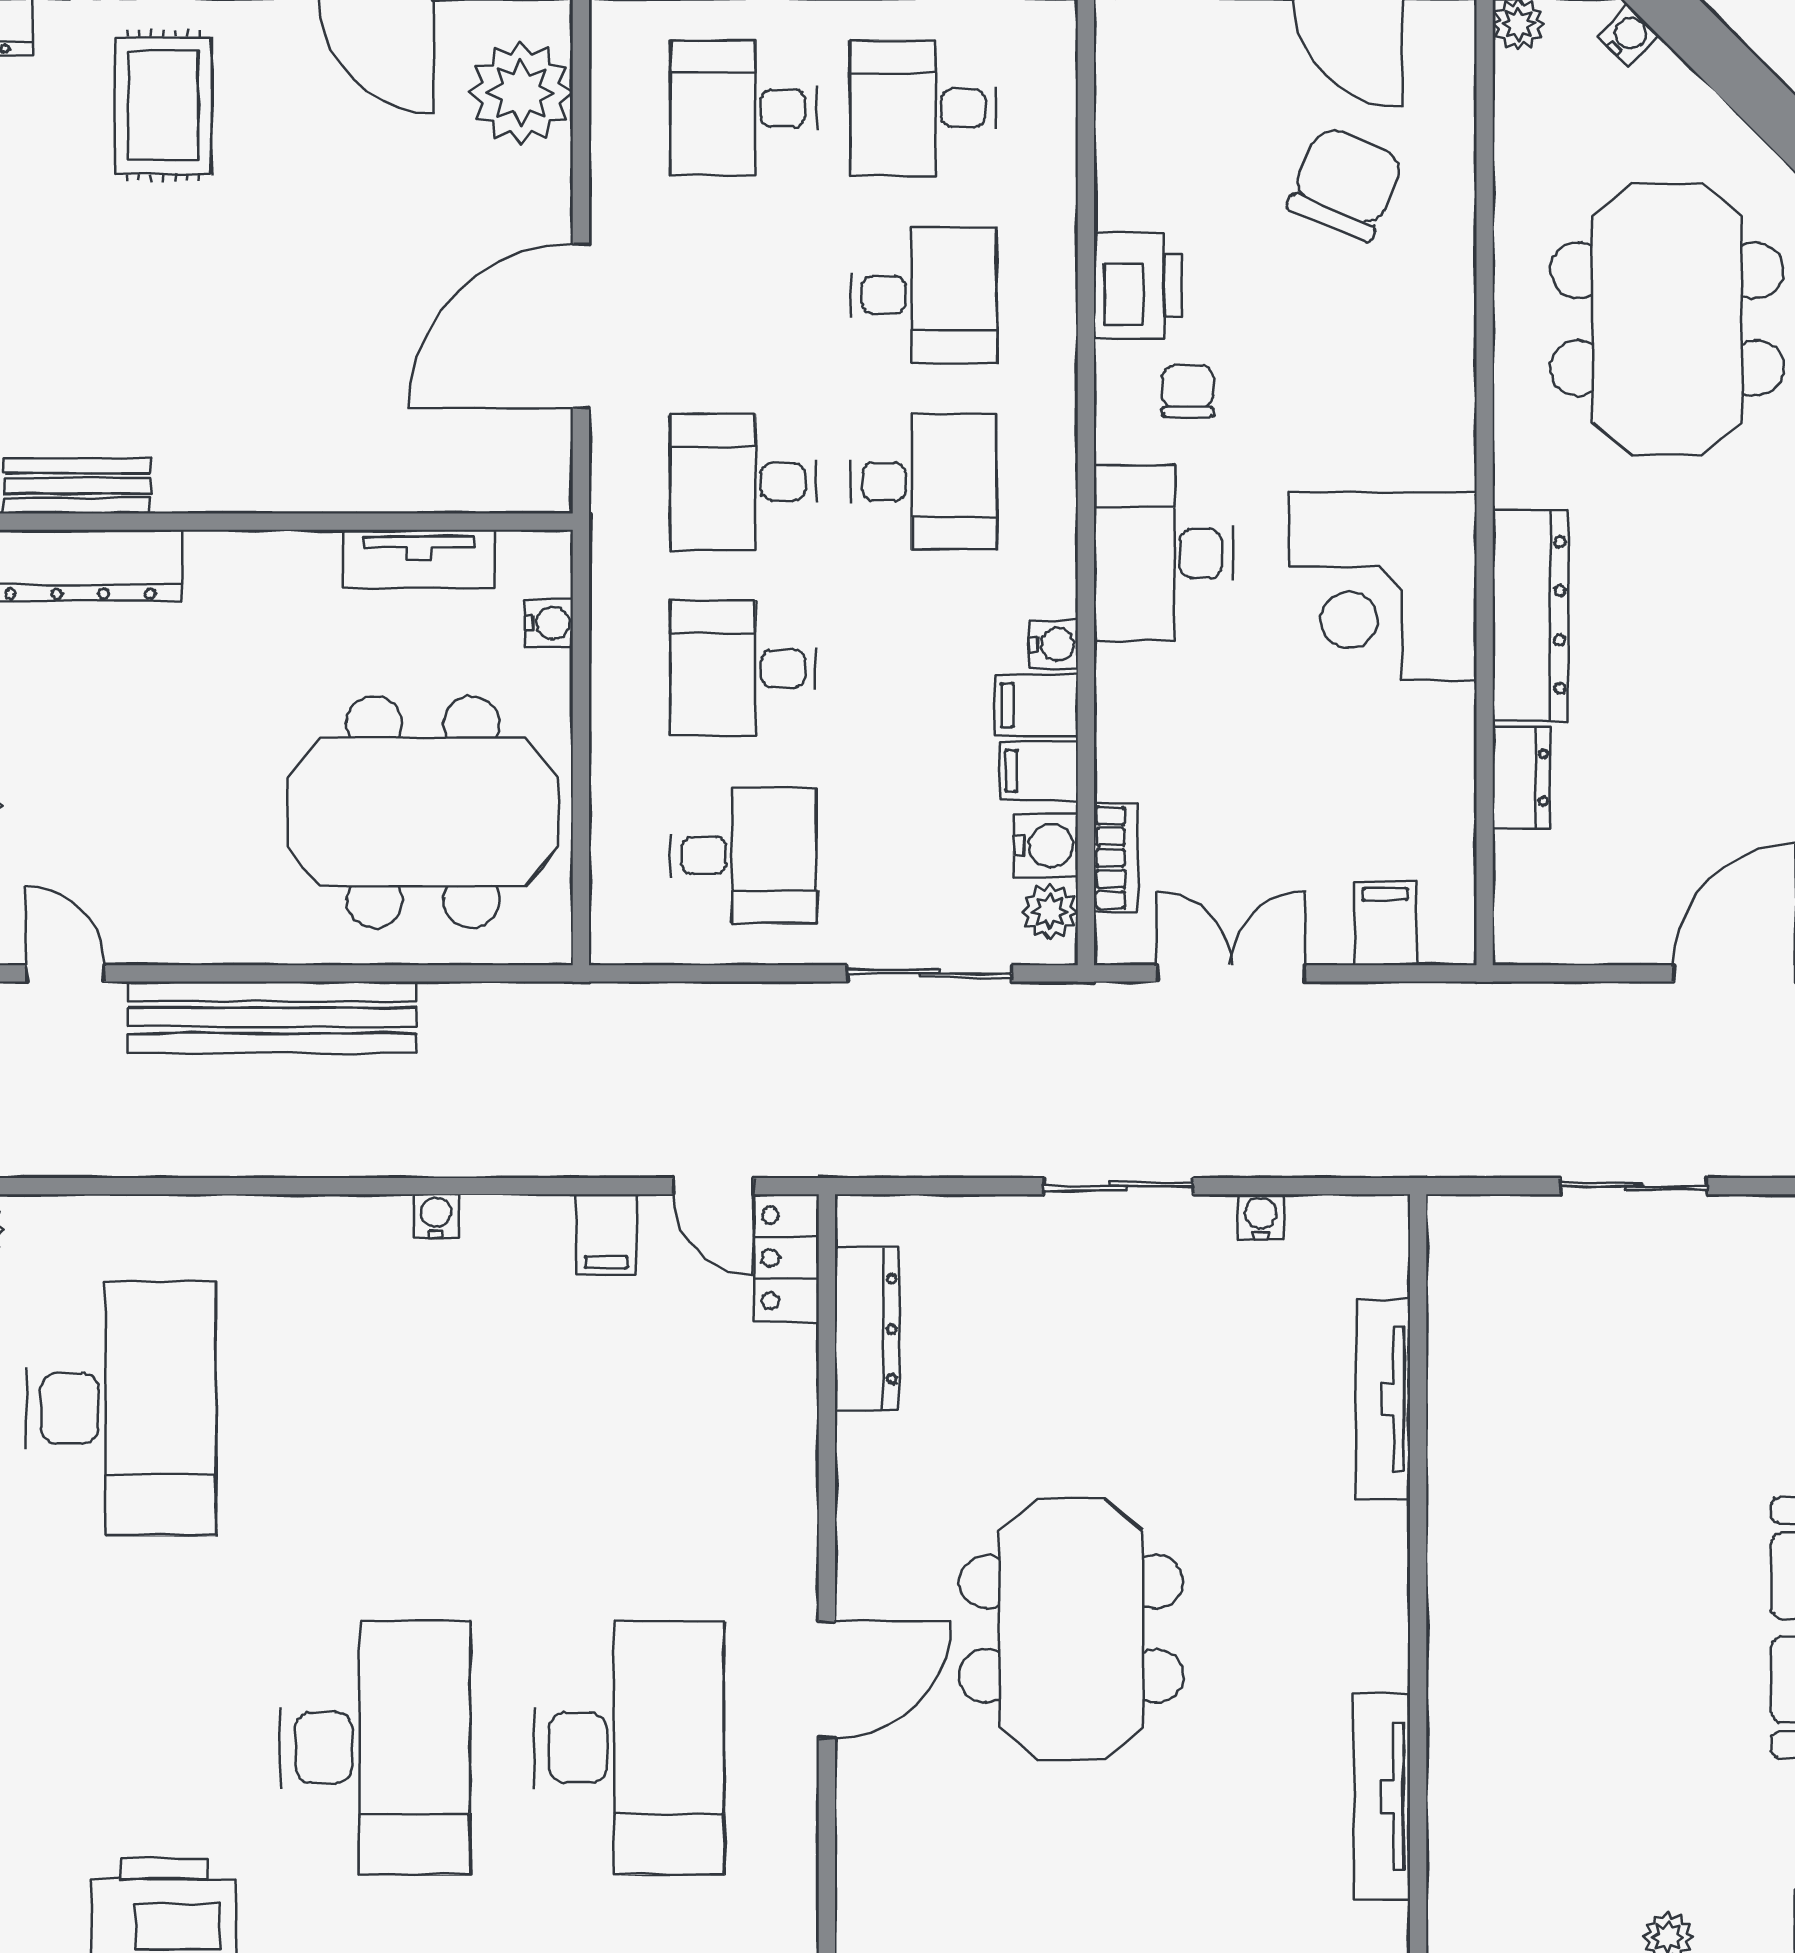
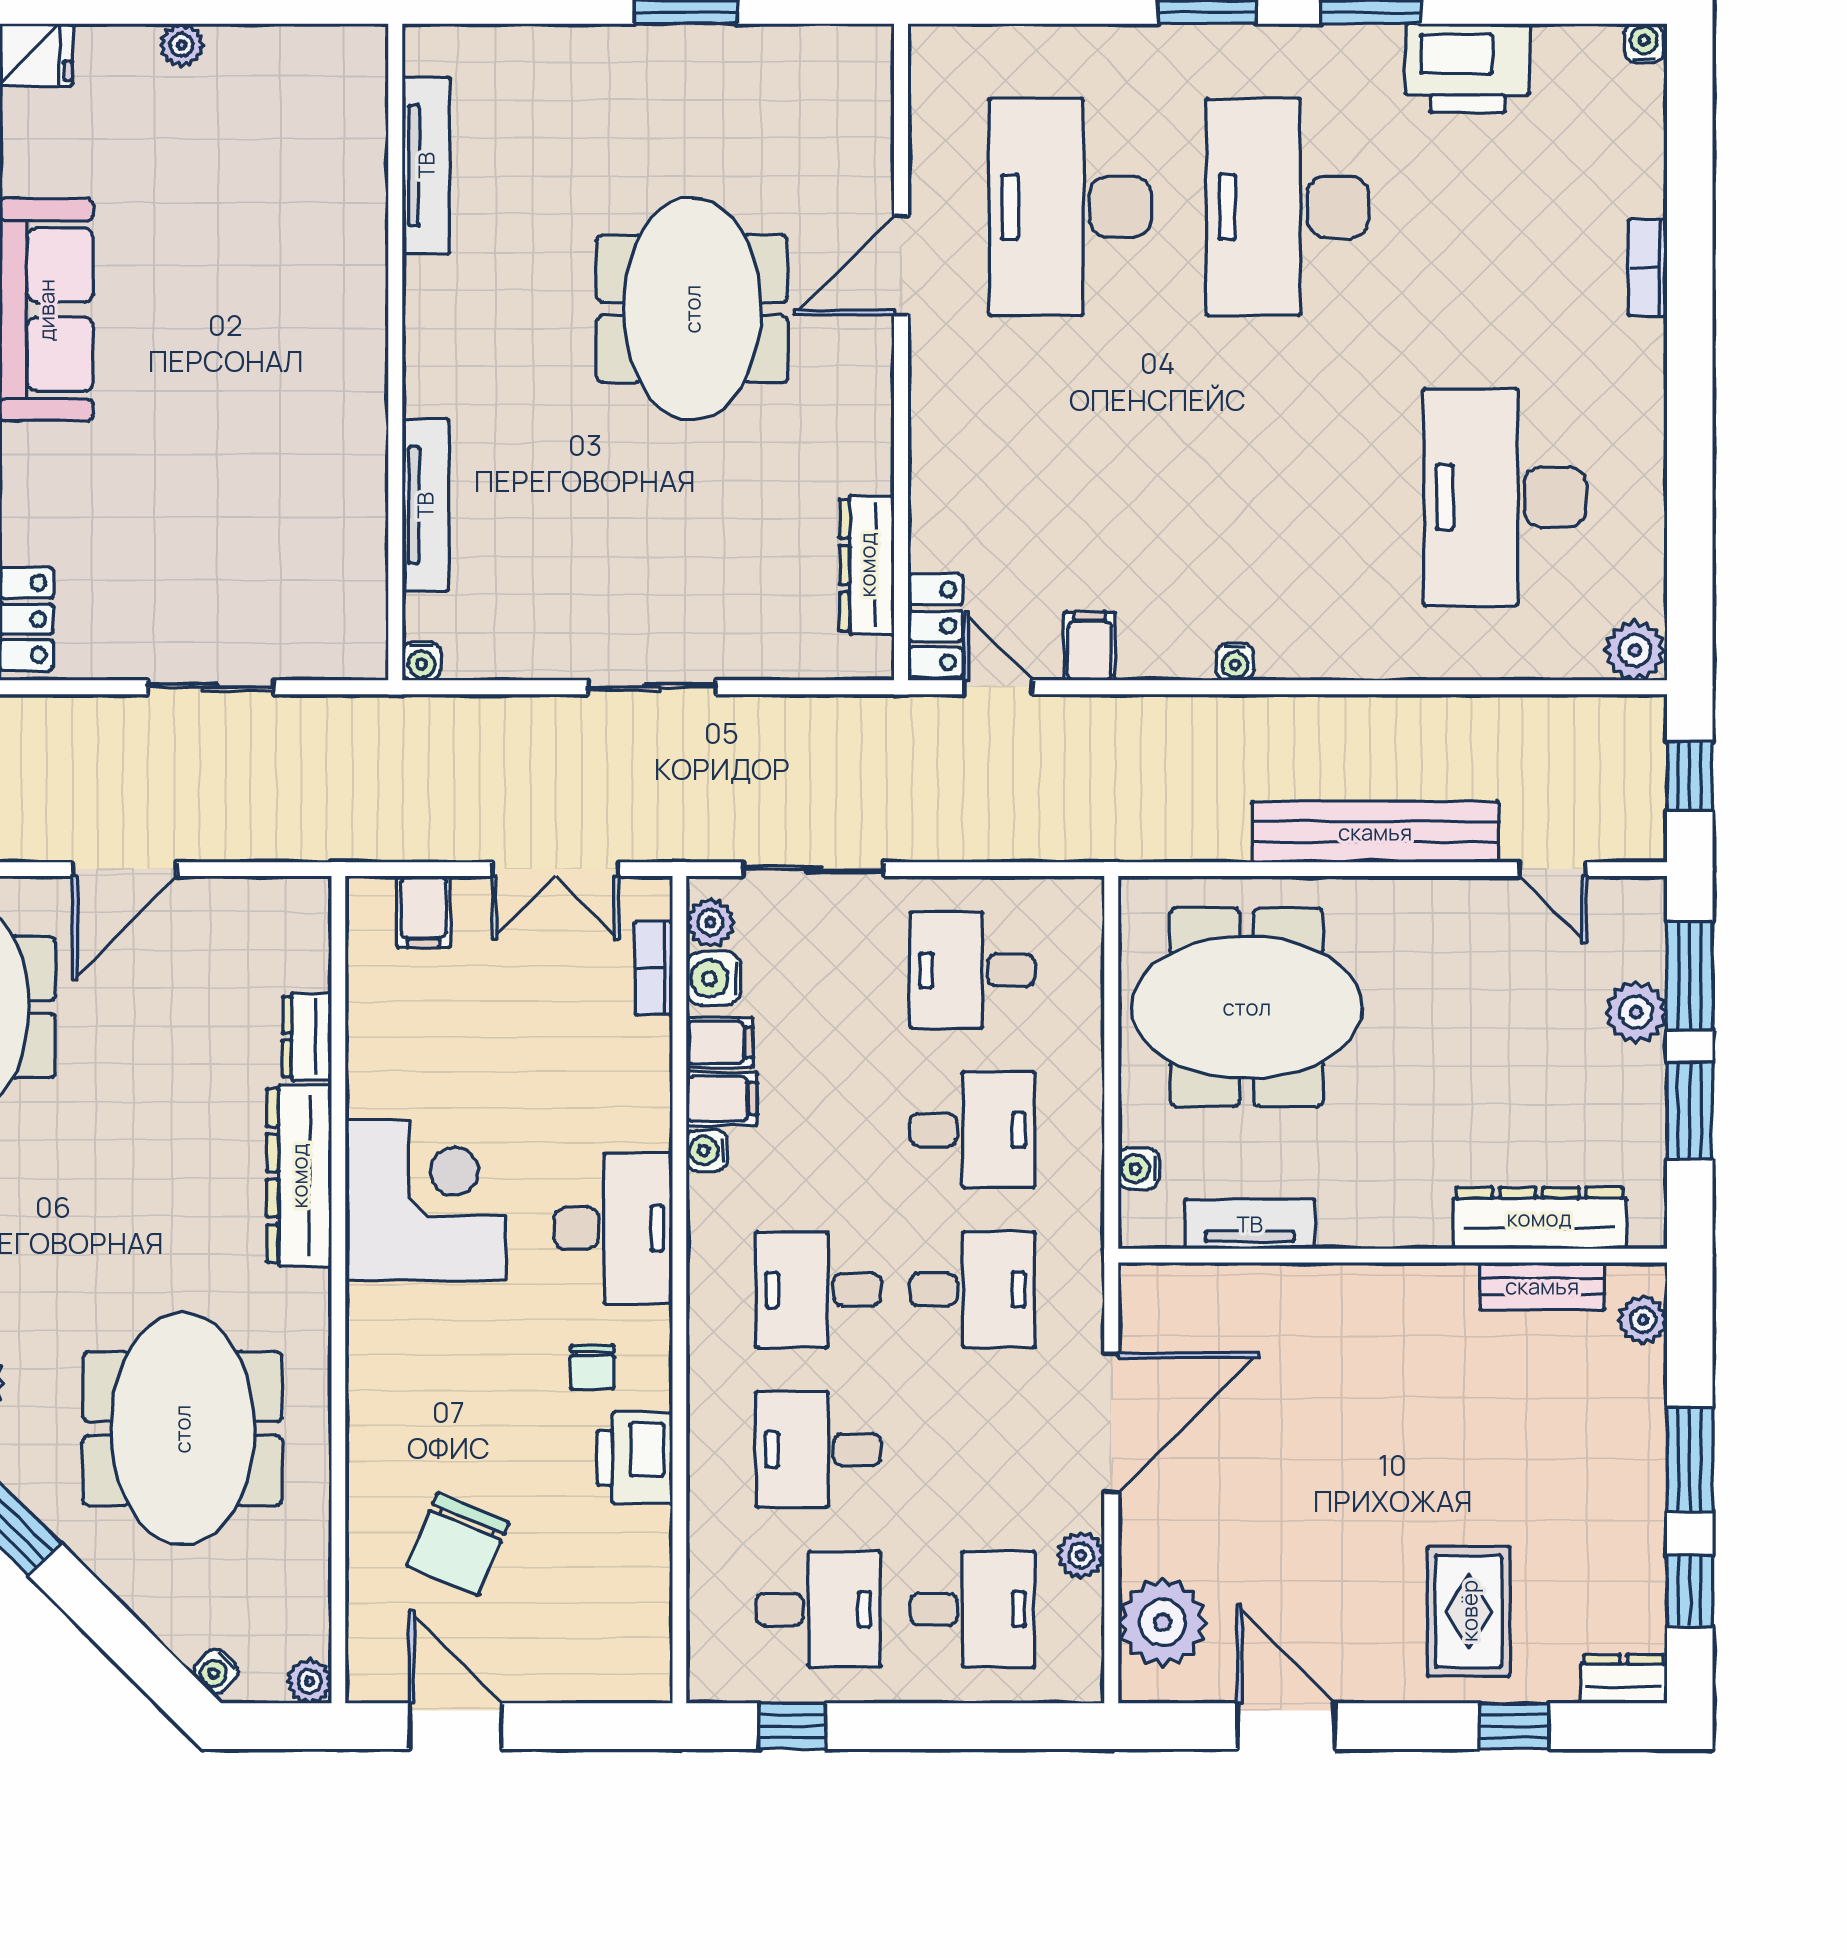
plant: (616, 171) -> (1081, 1555), added
water cooler: (1261, 1217) -> (421, 661), moved

